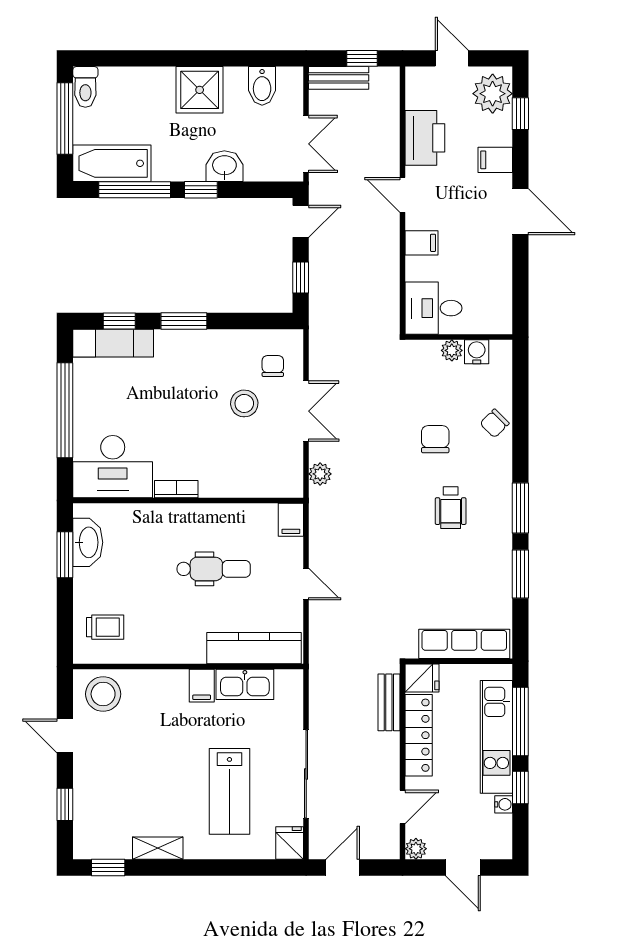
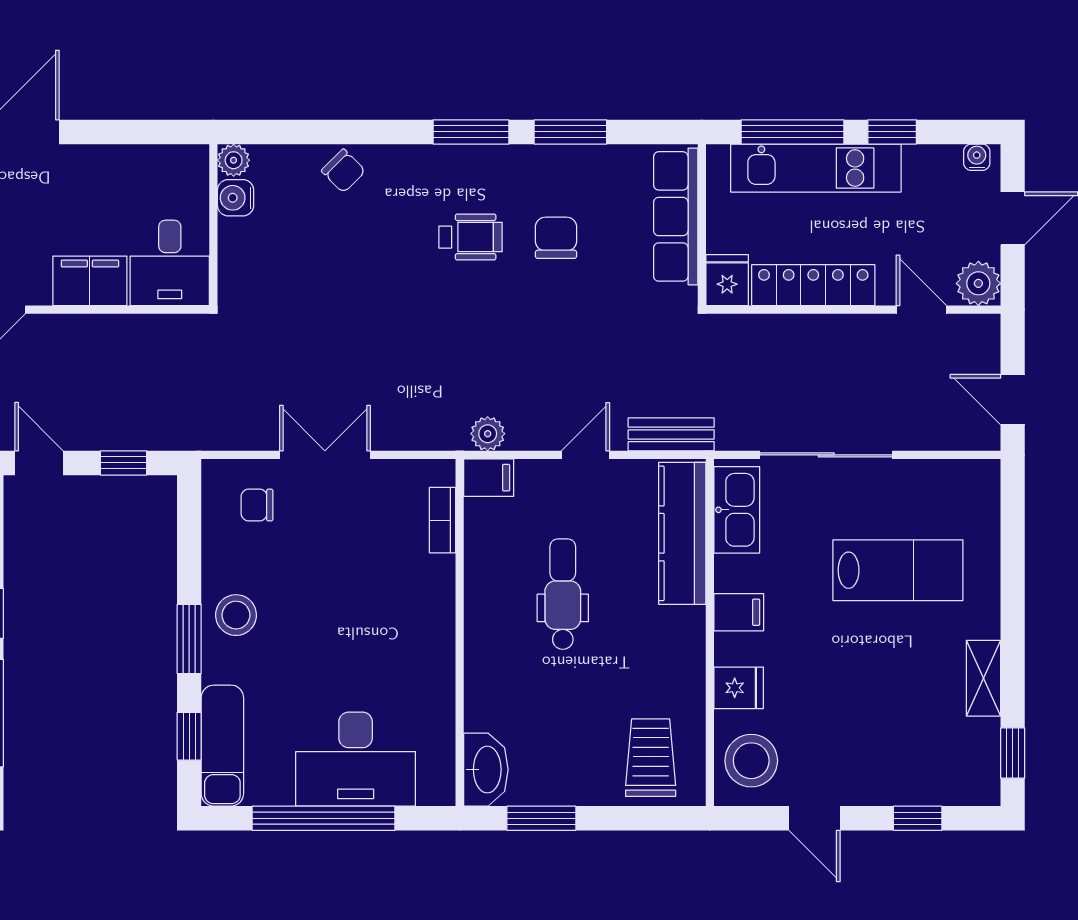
filing cabinet: (422, 243) -> (90, 281), width x2.00
plant: (452, 350) -> (234, 160), moved
stool: (244, 403) -> (236, 615), moved
chair: (435, 439) -> (556, 238), moved, turned 90
desk: (113, 467) -> (356, 759), moved, turned 90
plant: (320, 474) -> (488, 434), moved
bookcase: (176, 489) -> (442, 520), moved
washbasin: (88, 542) -> (486, 770), moved, turned 90
trolley: (105, 627) -> (651, 758), width x1.36, depth x1.39
kitchen sink: (245, 684) -> (737, 510), moved
bench: (389, 702) -> (671, 434), moved
door: (65, 736) -> (814, 818), hinge flipped
sliding door: (306, 774) -> (826, 455), moved
water cooler: (504, 804) -> (977, 157), moved
fridge: (290, 843) -> (739, 688), moved, turned 180
plant: (416, 849) -> (978, 283), width x1.38, depth x1.38

